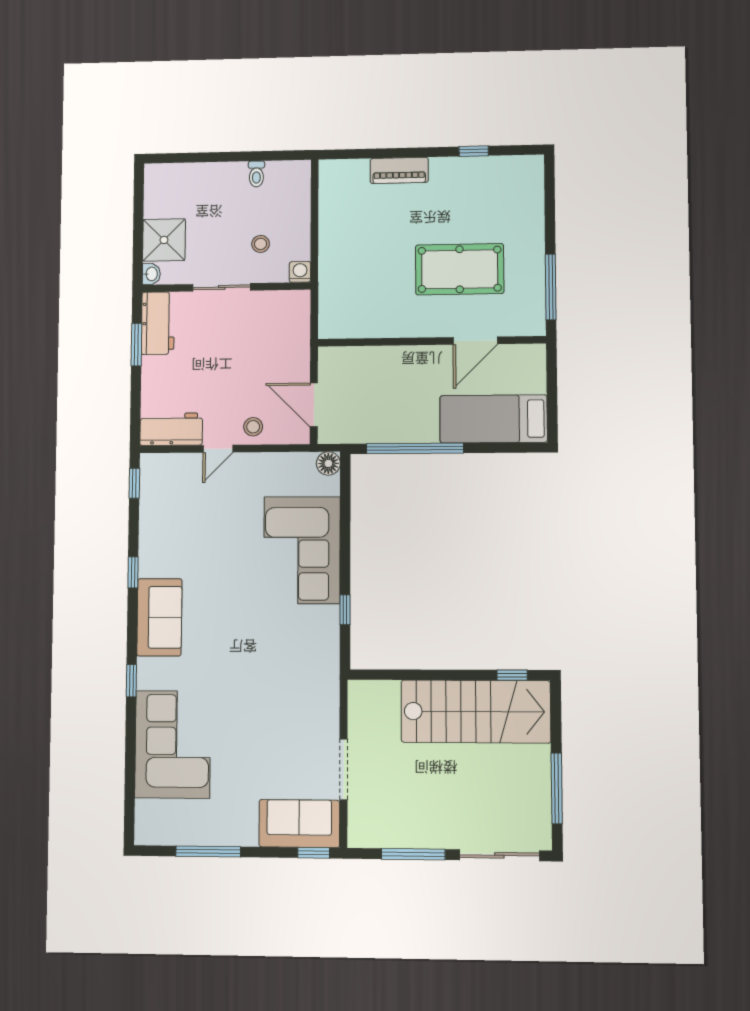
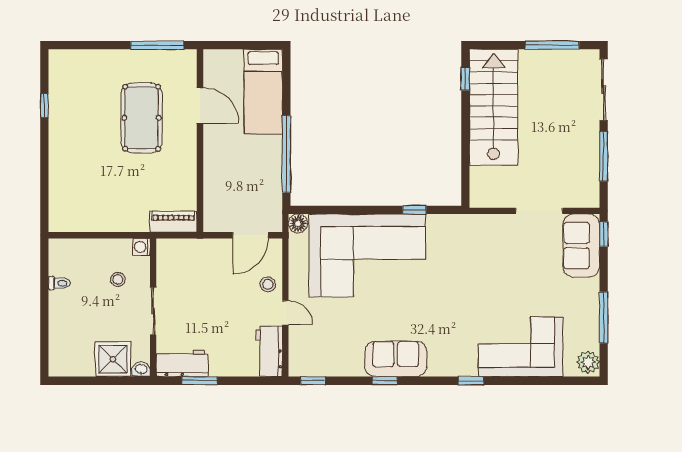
piano: (399, 170) -> (173, 222), moved, turned -90
corner sofa: (302, 550) -> (367, 255), width x1.36, depth x1.36
sofa: (159, 617) -> (396, 359), moved
plant: (152, 831) -> (588, 362), added

